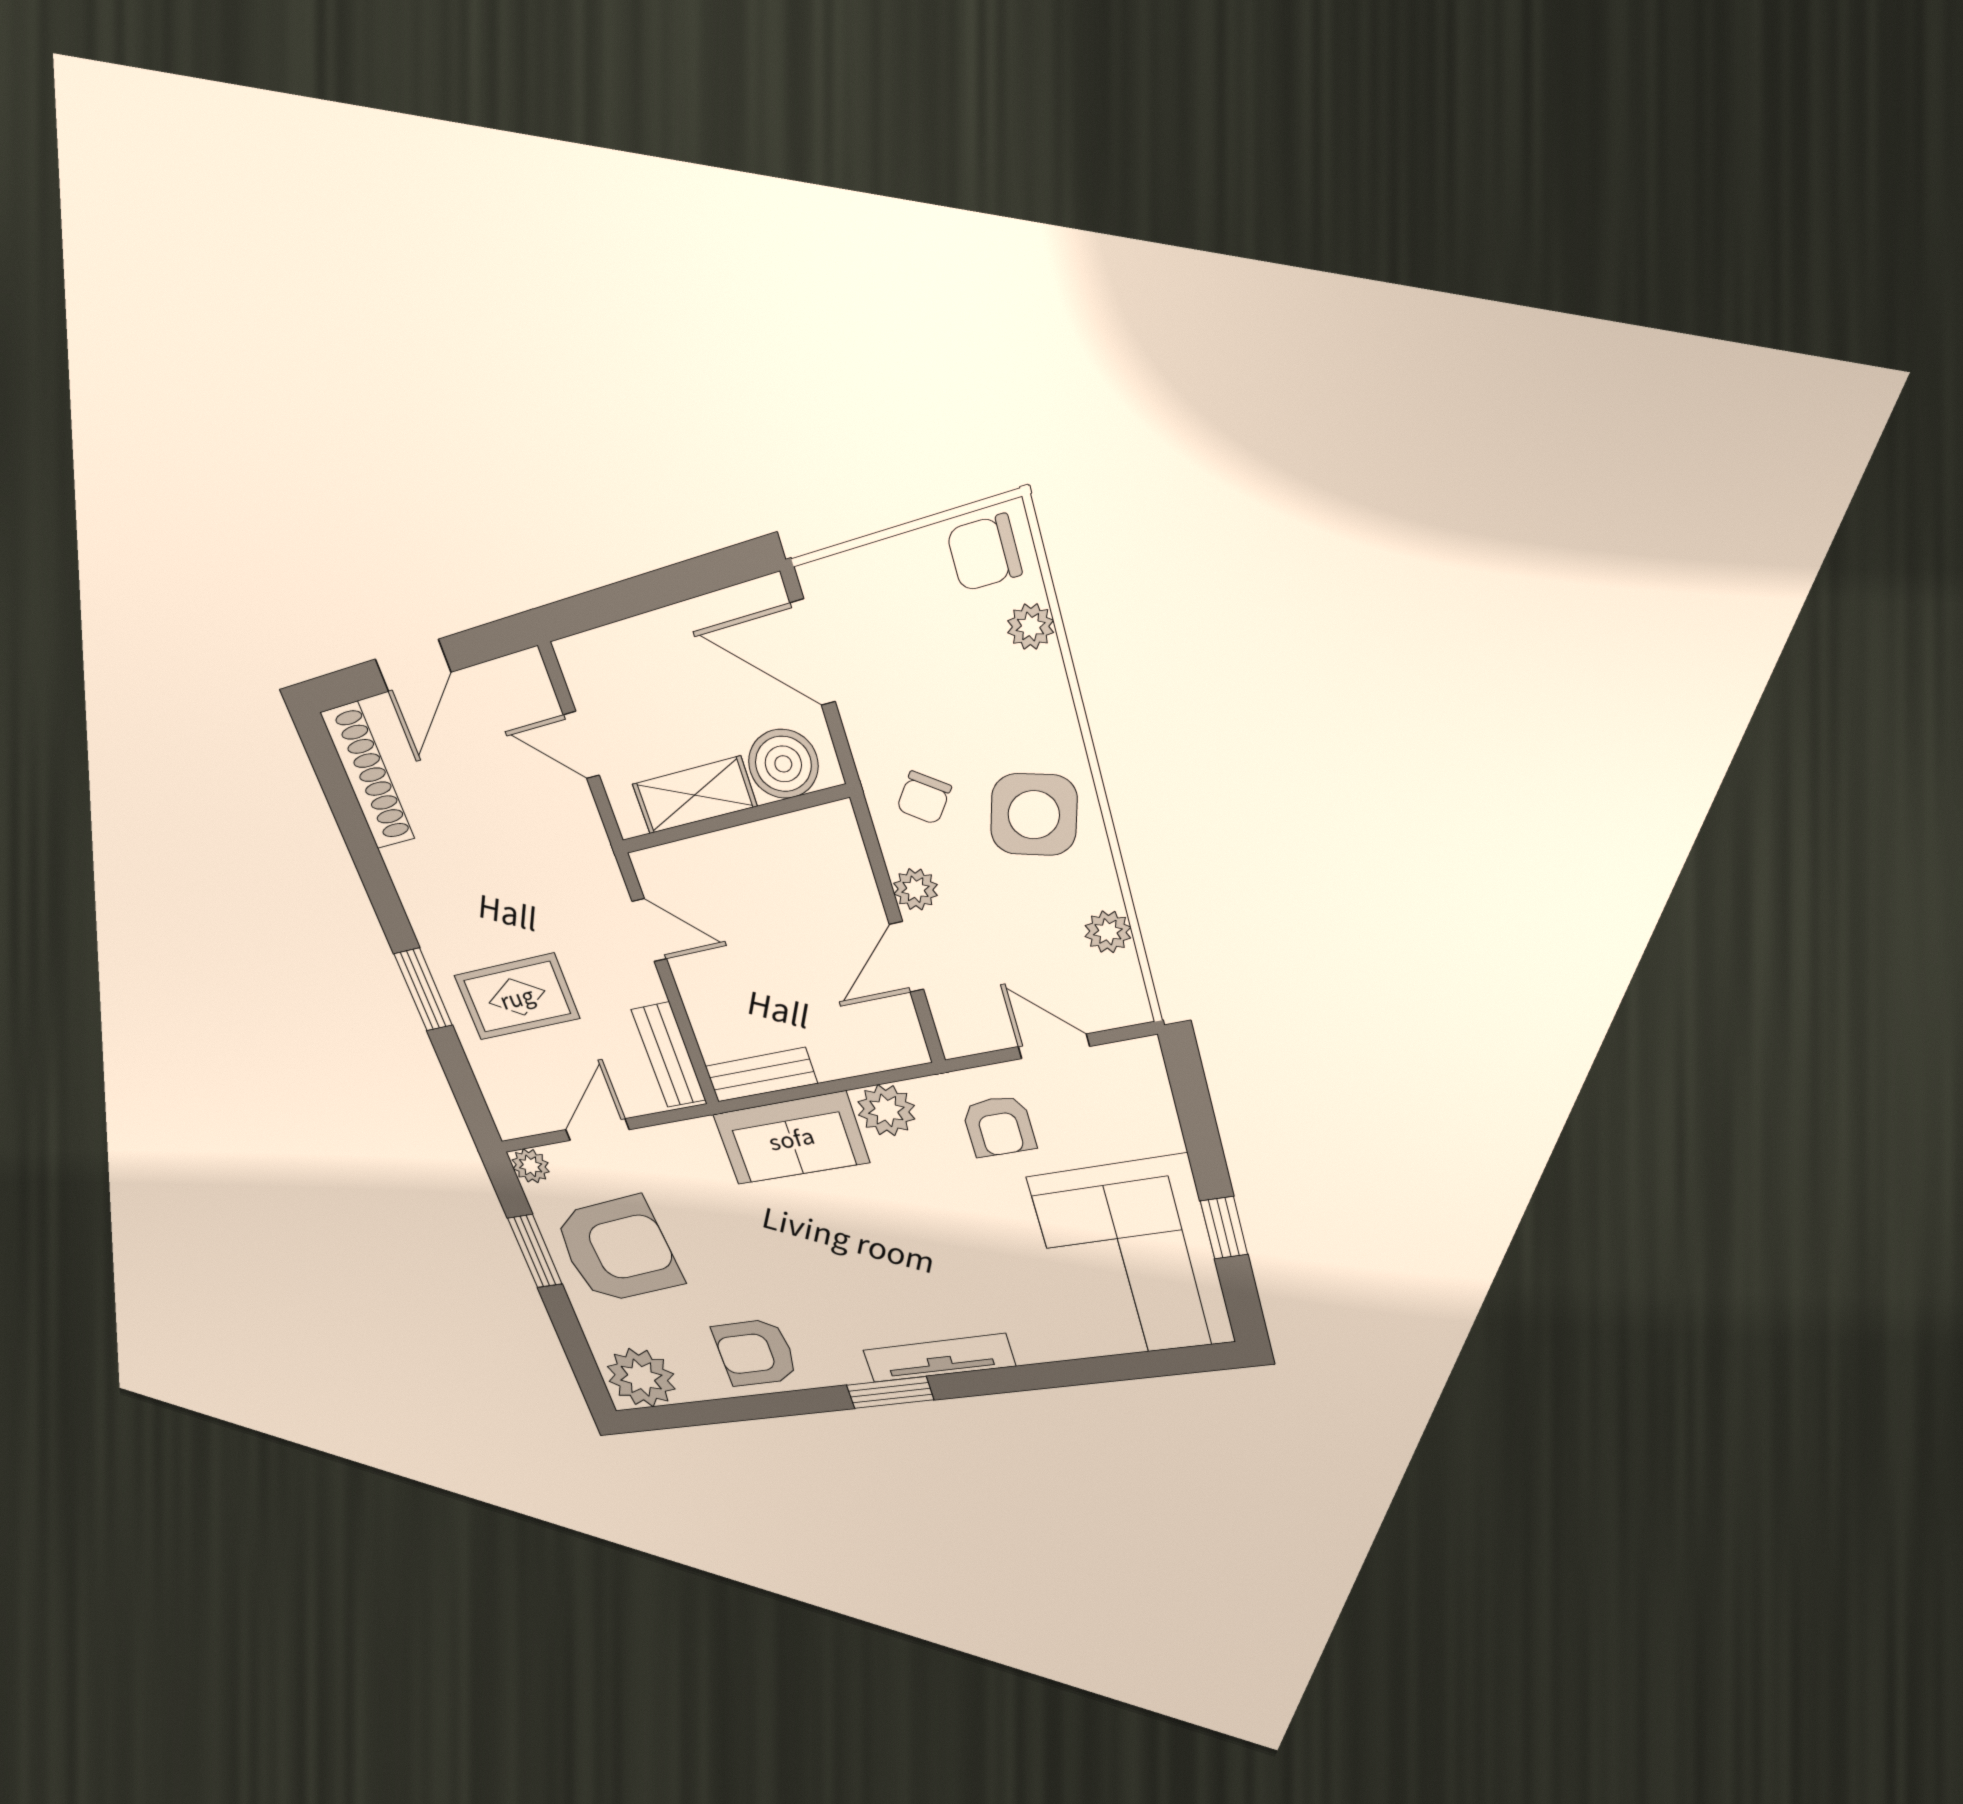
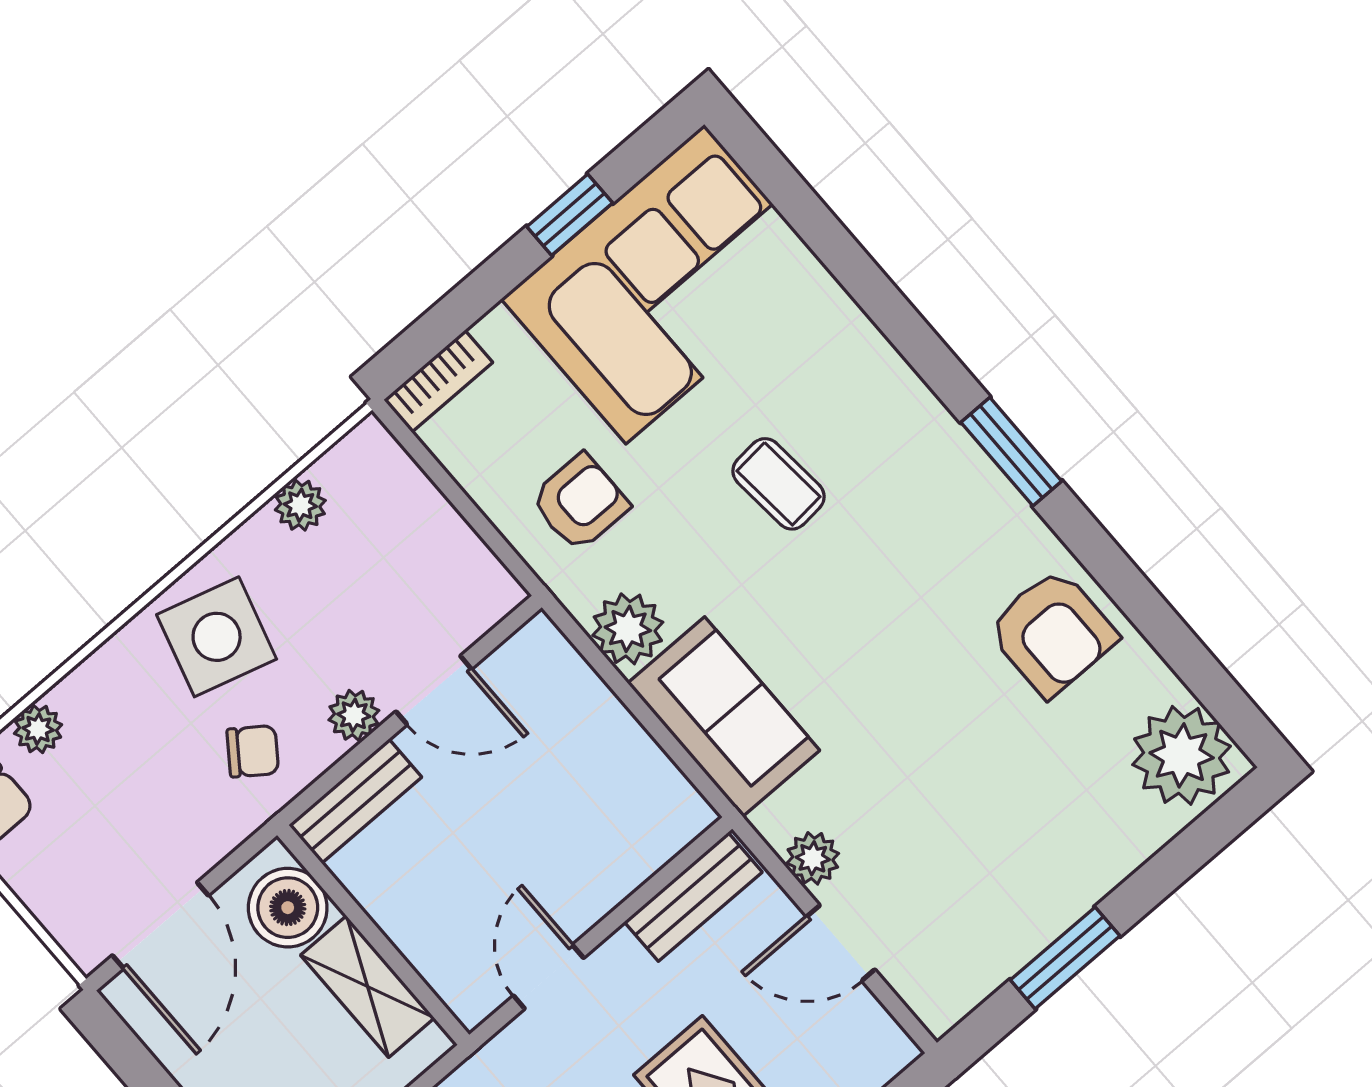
door: (1054, 1046) -> (454, 494), removed
bench: (761, 1075) -> (355, 801), moved, turned 90
bookcase: (1150, 1079) -> (438, 381), added
plant: (531, 1166) -> (813, 858), moved
armchair: (617, 1250) -> (1001, 857), removed
coffee table: (942, 1254) -> (778, 484), added
tv unit: (939, 1358) -> (925, 421), removed

